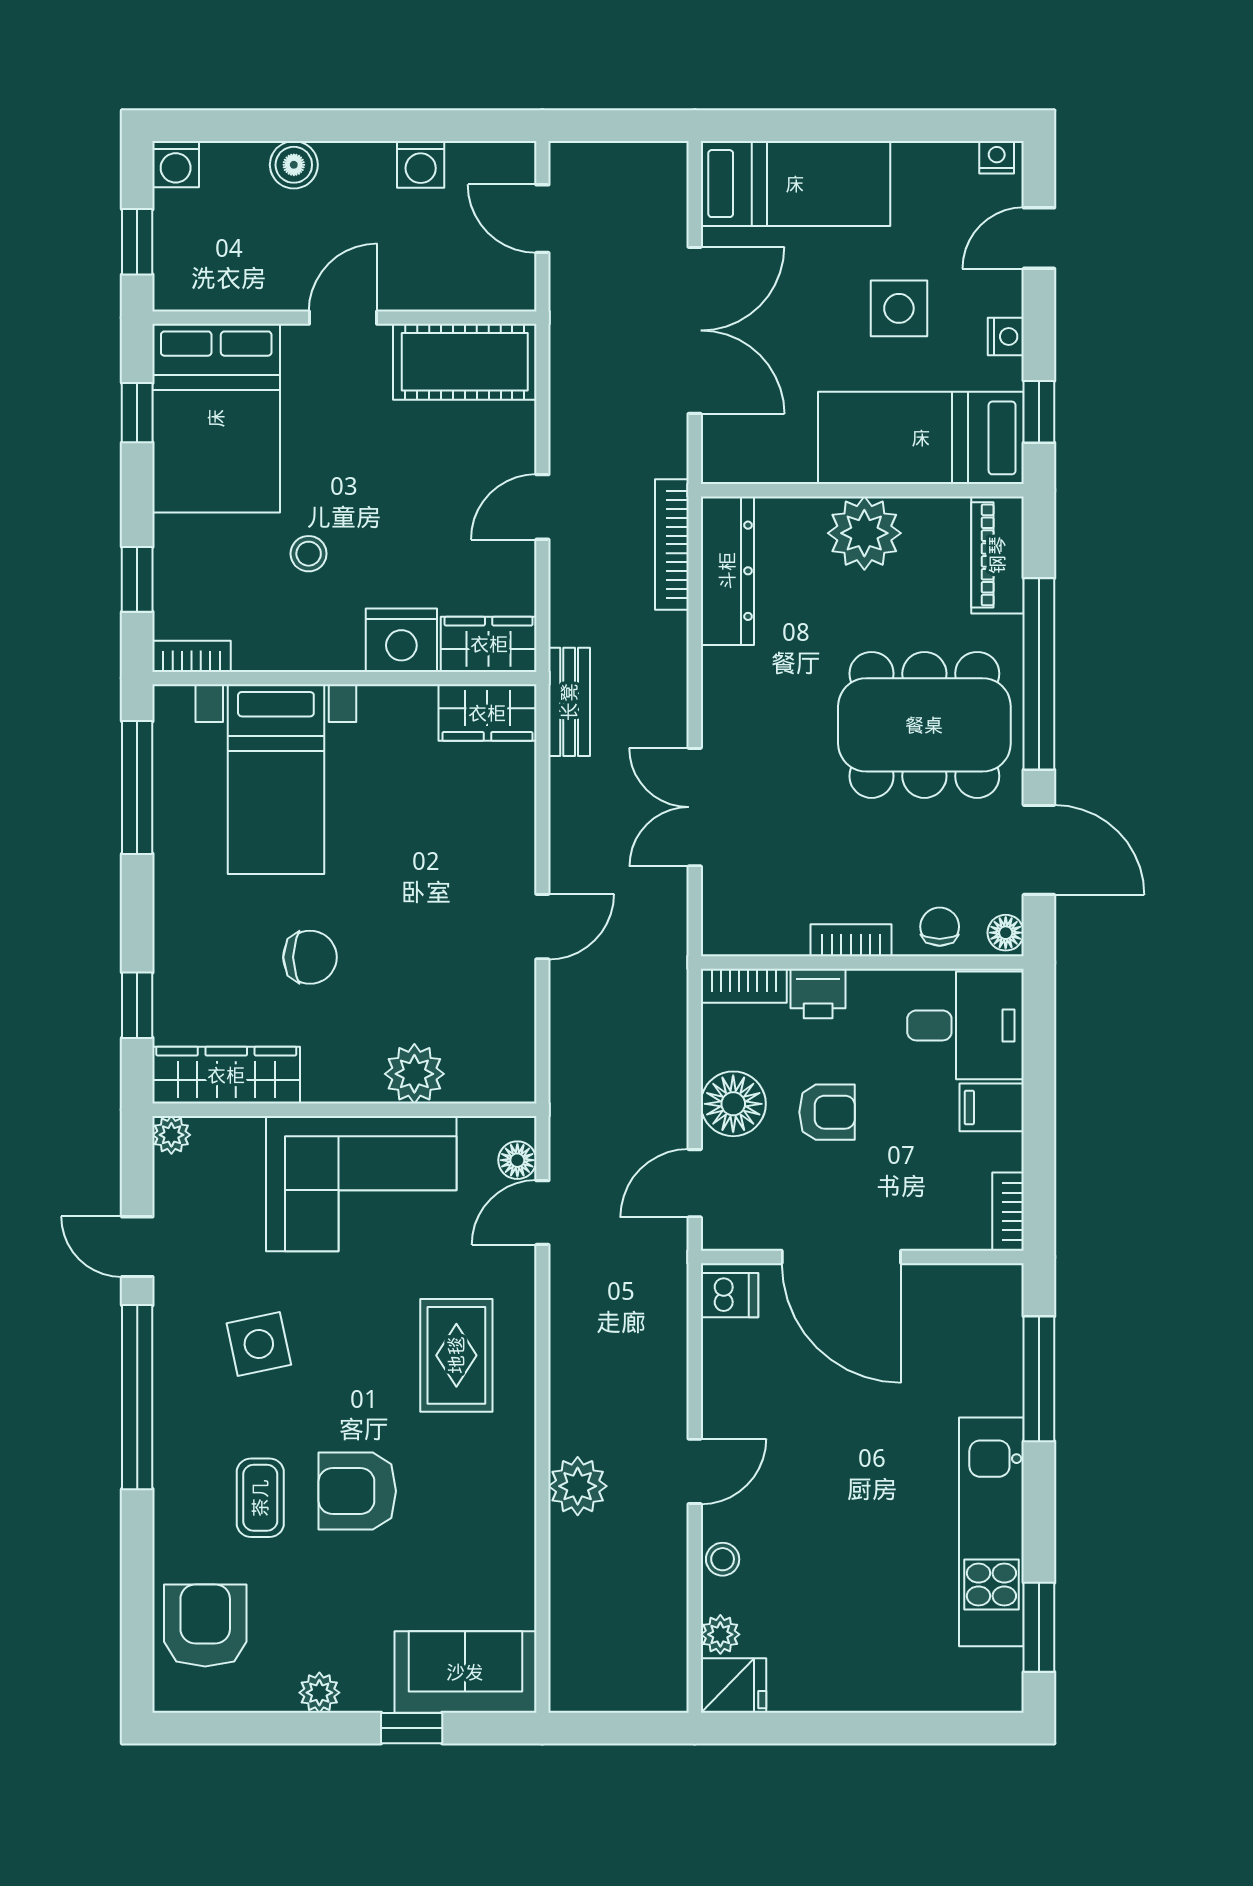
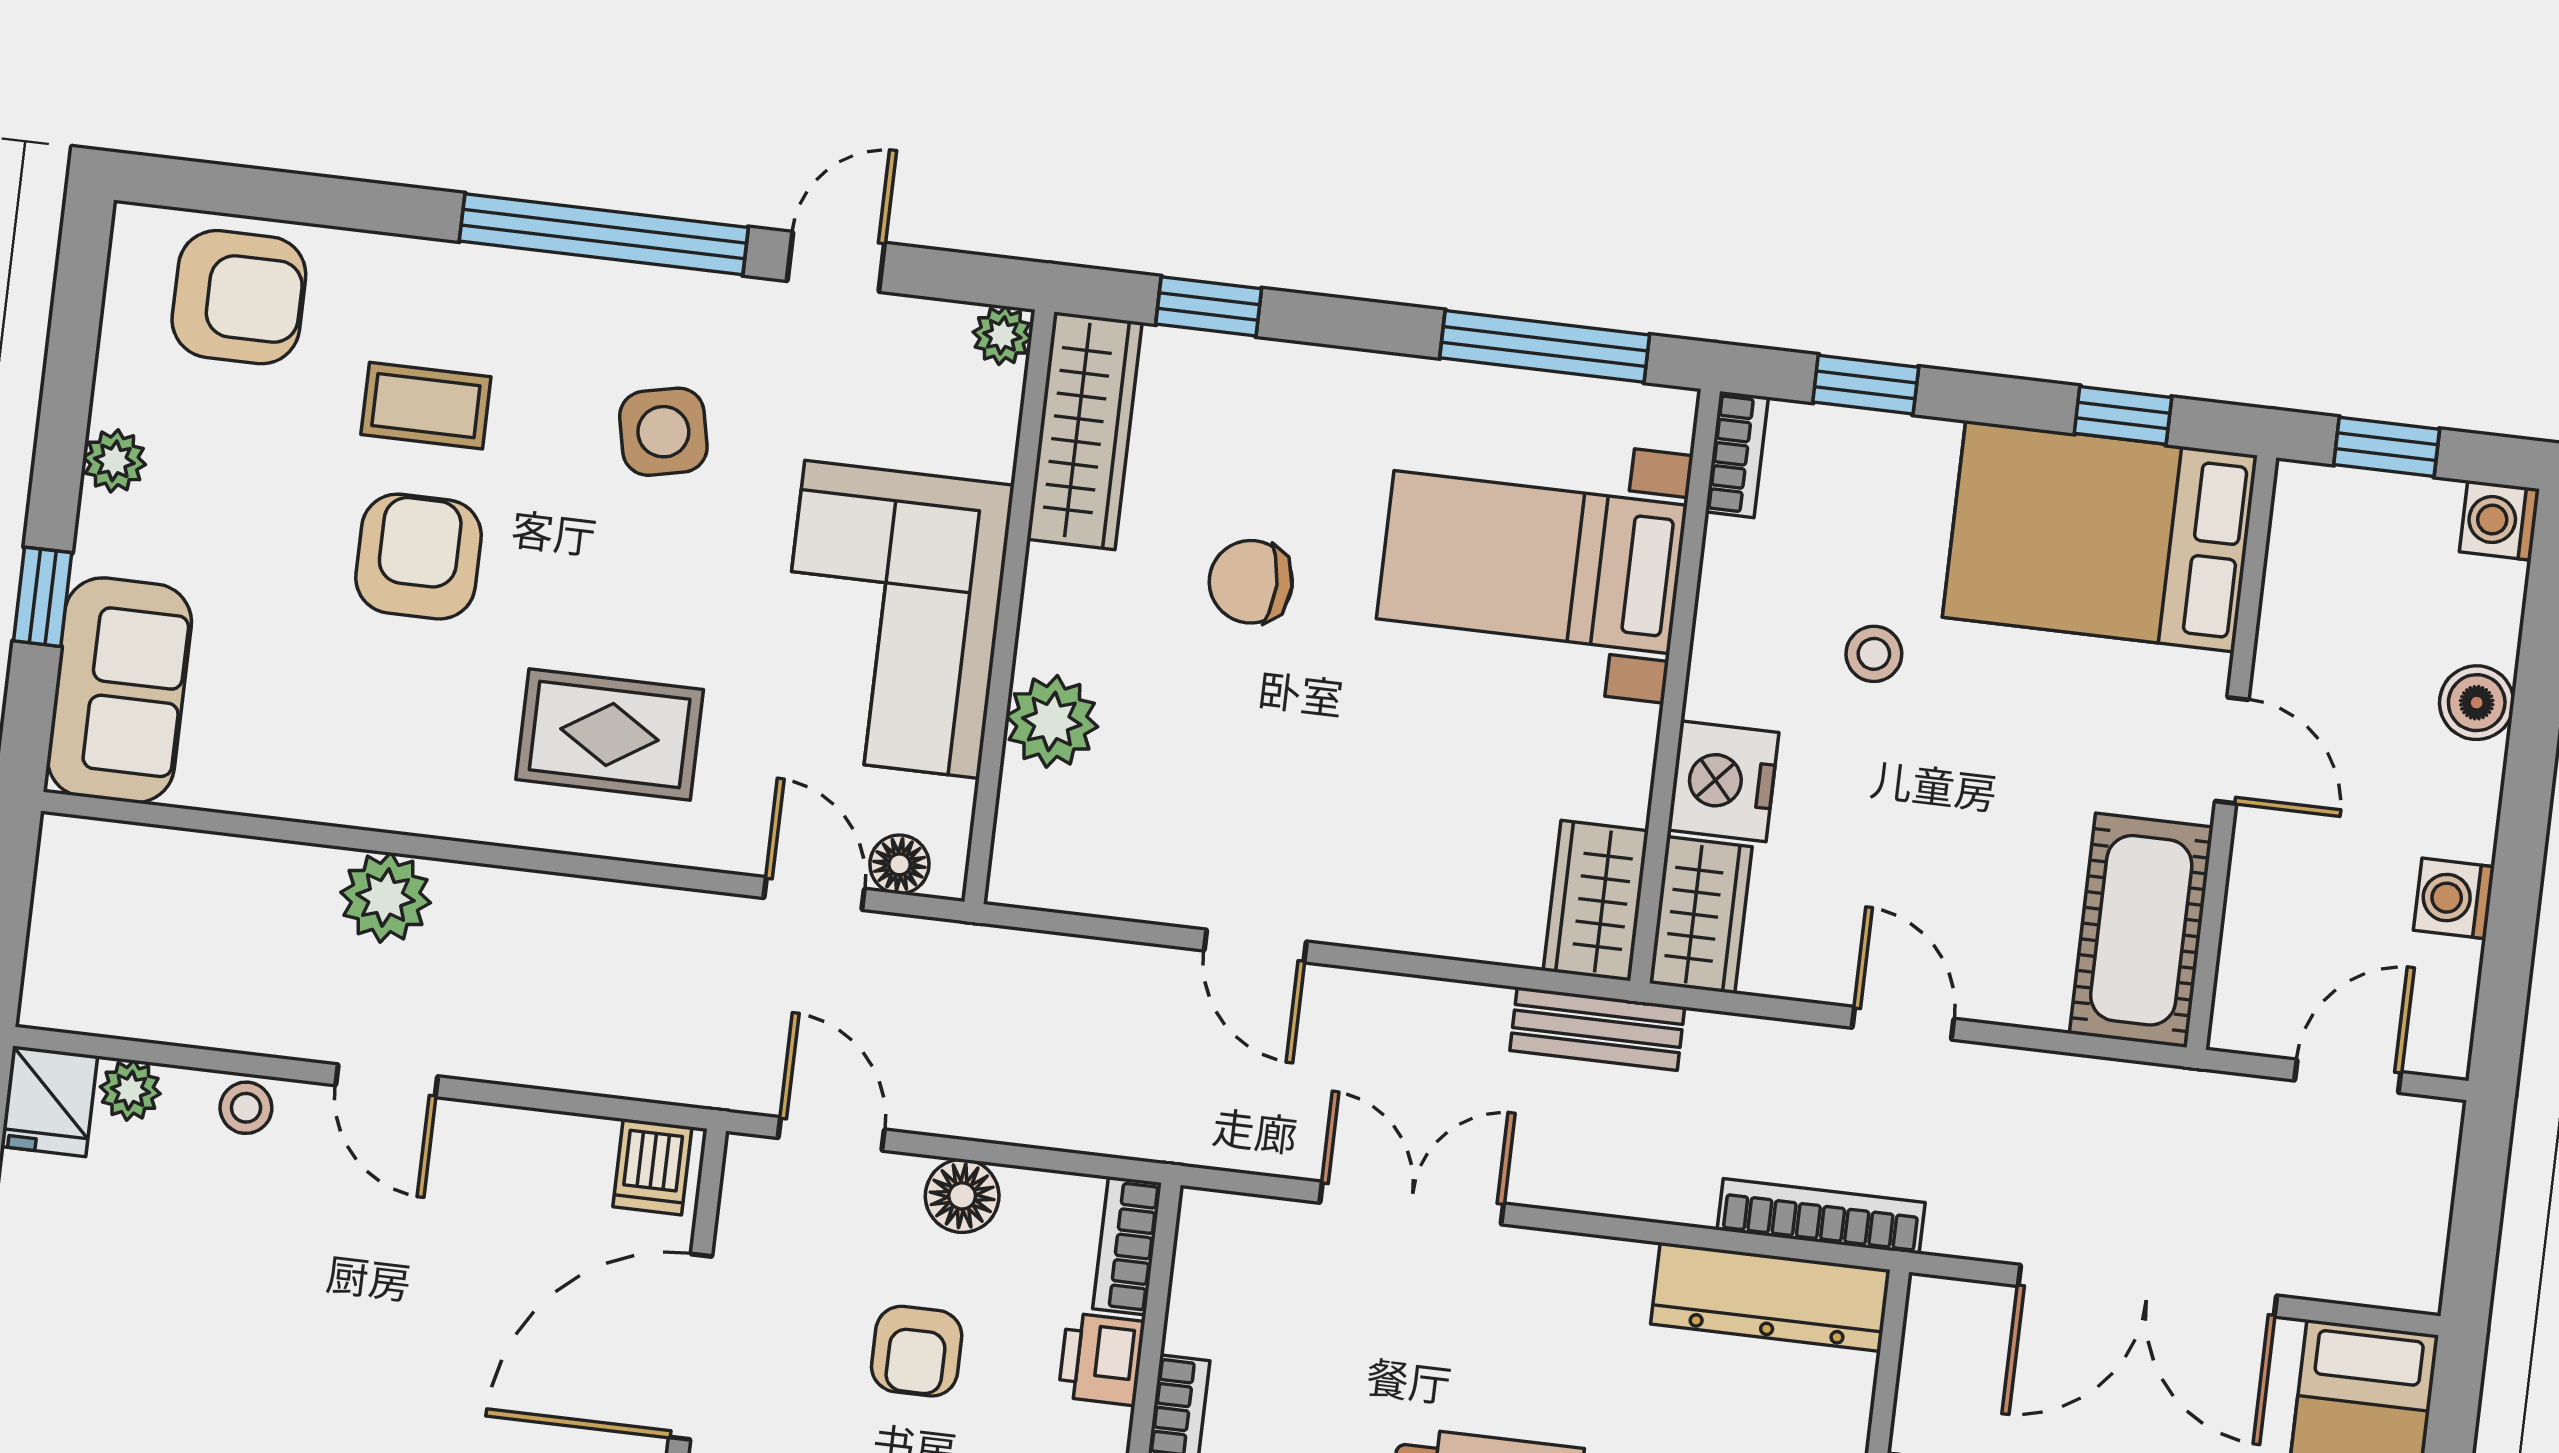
chair: (310, 957) -> (1251, 582), turned 90
floor lamp: (733, 1104) -> (962, 1196), width x0.73, depth x0.73

